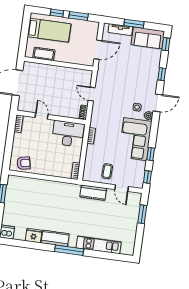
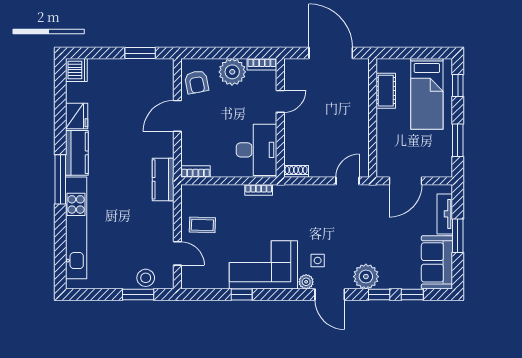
window: (57, 13) -> (458, 85), moved
window: (166, 44) -> (412, 294), moved
door: (98, 50) -> (406, 181), hinge flipped
plant: (150, 80) -> (366, 277), added
door: (92, 94) -> (348, 181), moved
plant: (21, 142) -> (232, 72), added
door: (42, 177) -> (177, 116), added
window: (147, 177) -> (202, 294), removed
door: (122, 188) -> (177, 253), swing flipped
kitchen counter: (93, 193) -> (163, 179), moved
stool: (133, 208) -> (146, 278), added
kitchen unit: (99, 245) -> (76, 228), width x1.36

